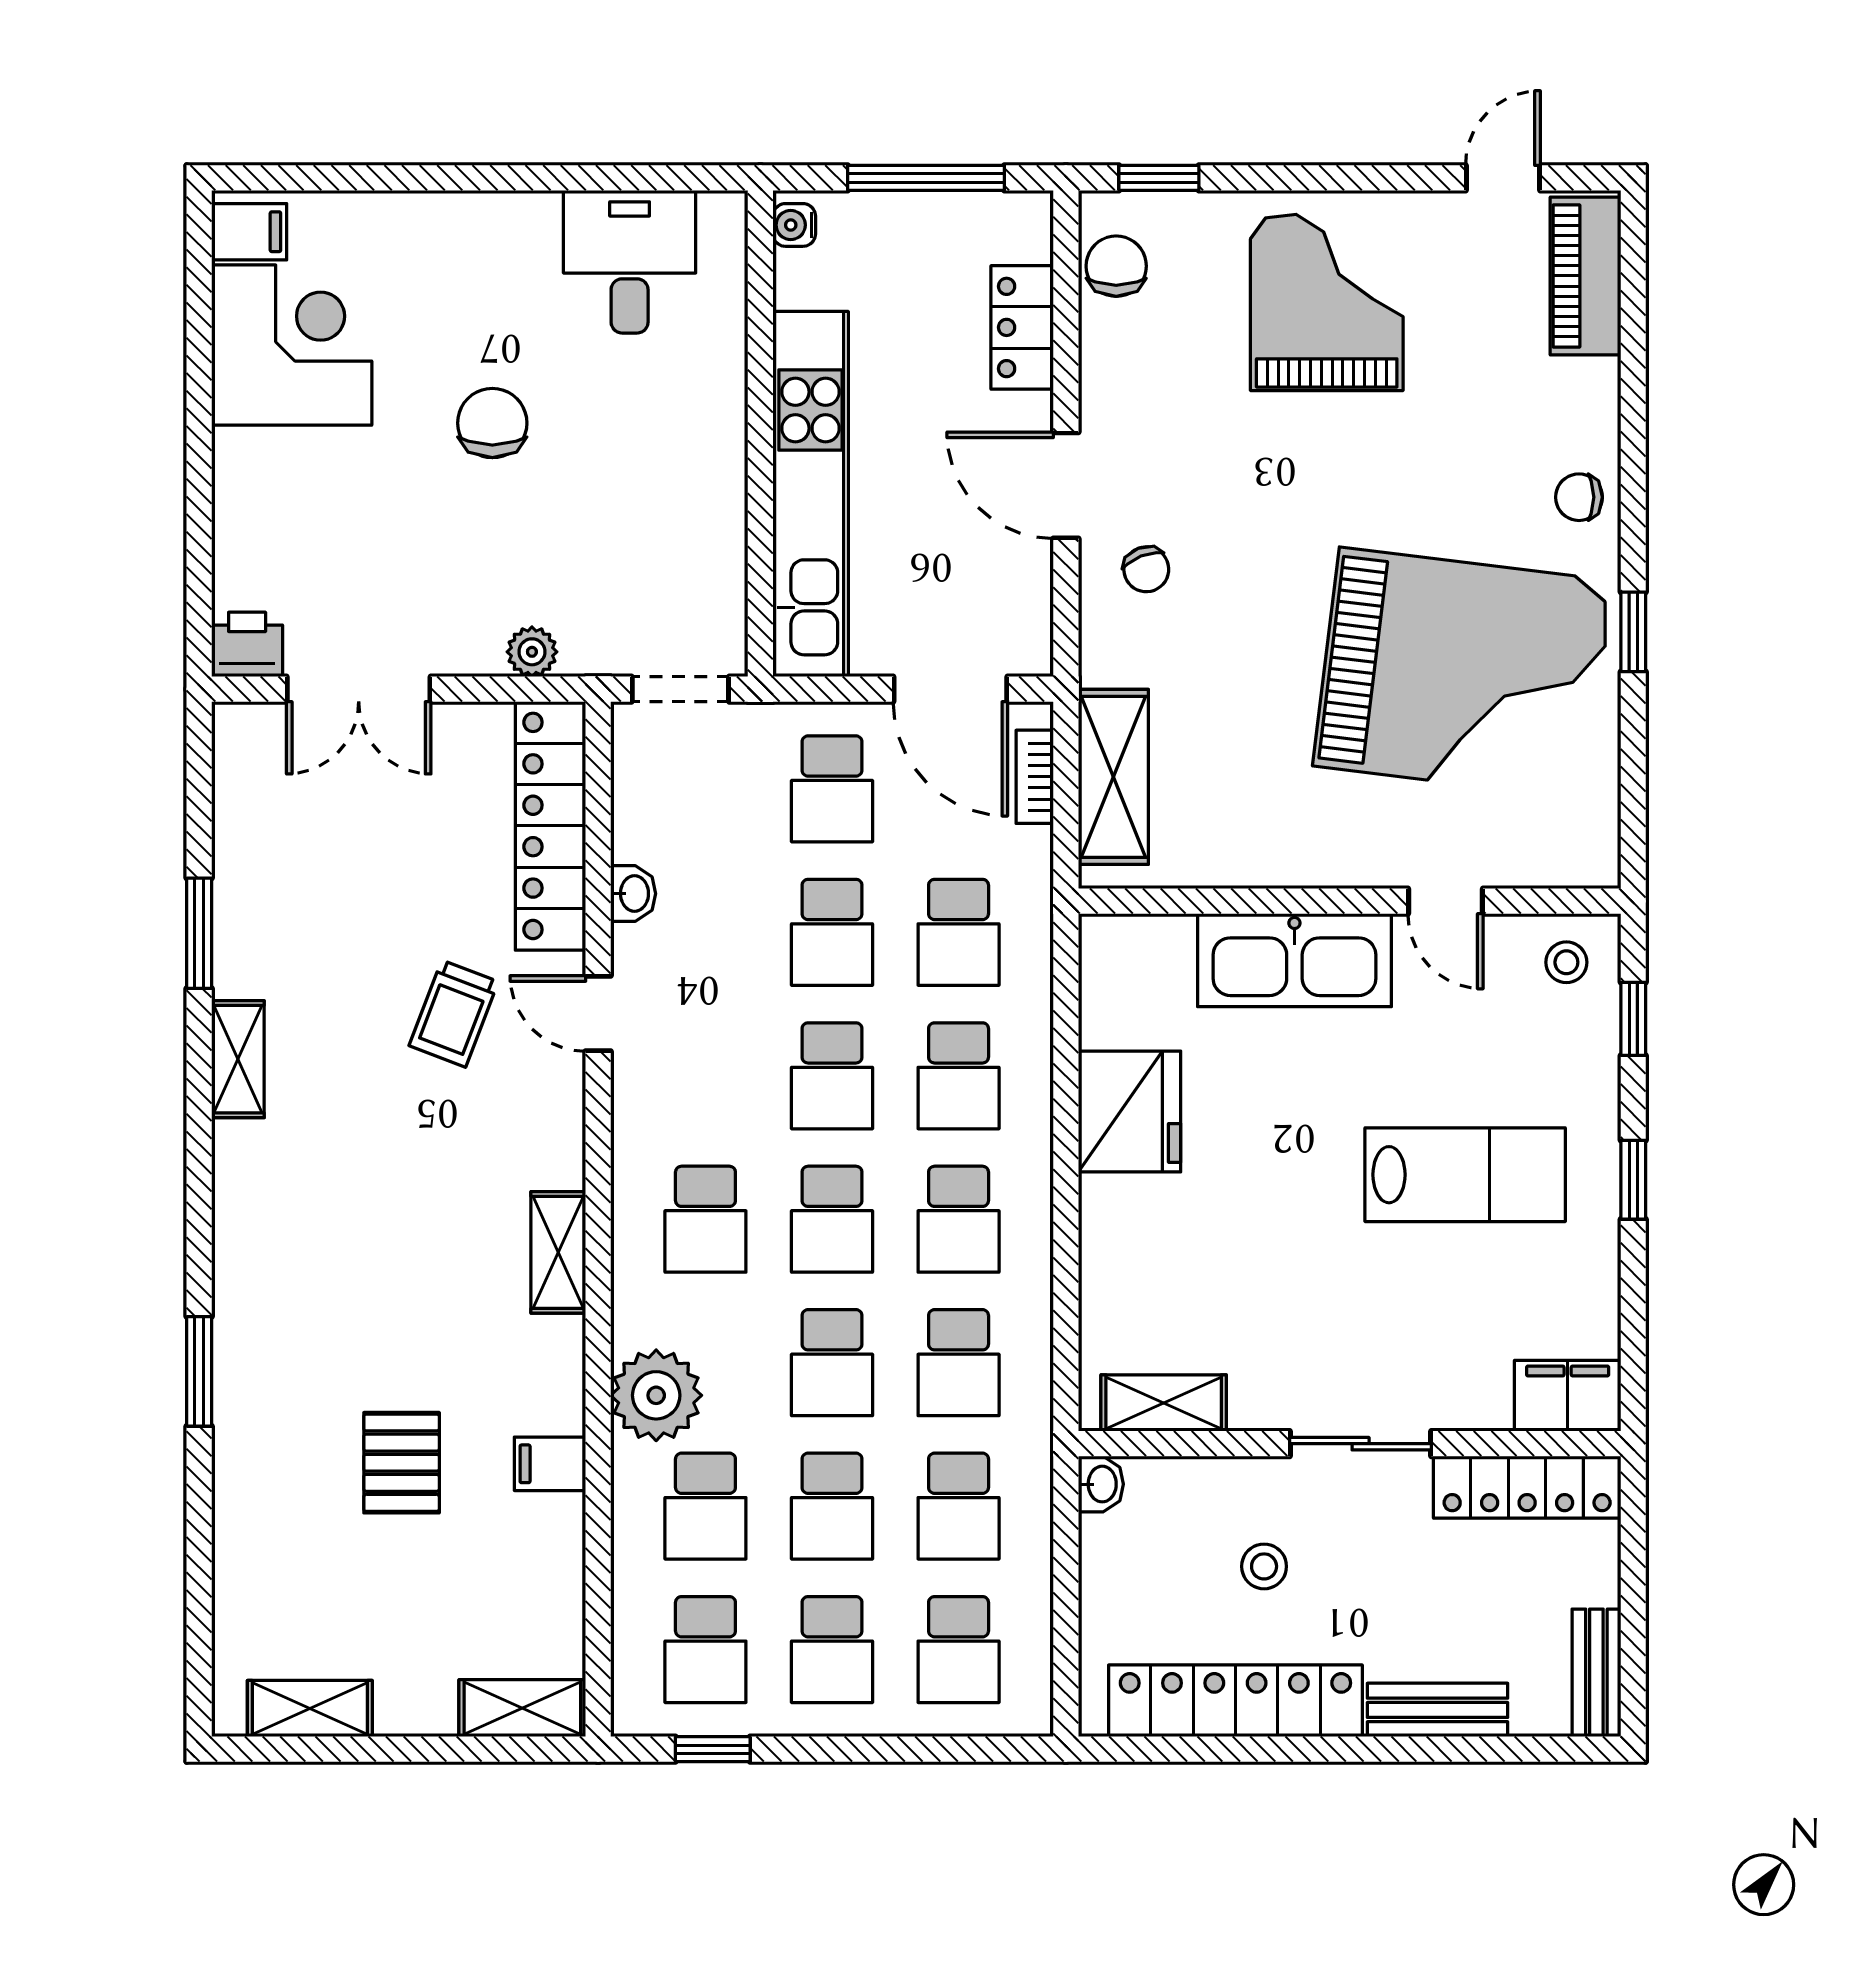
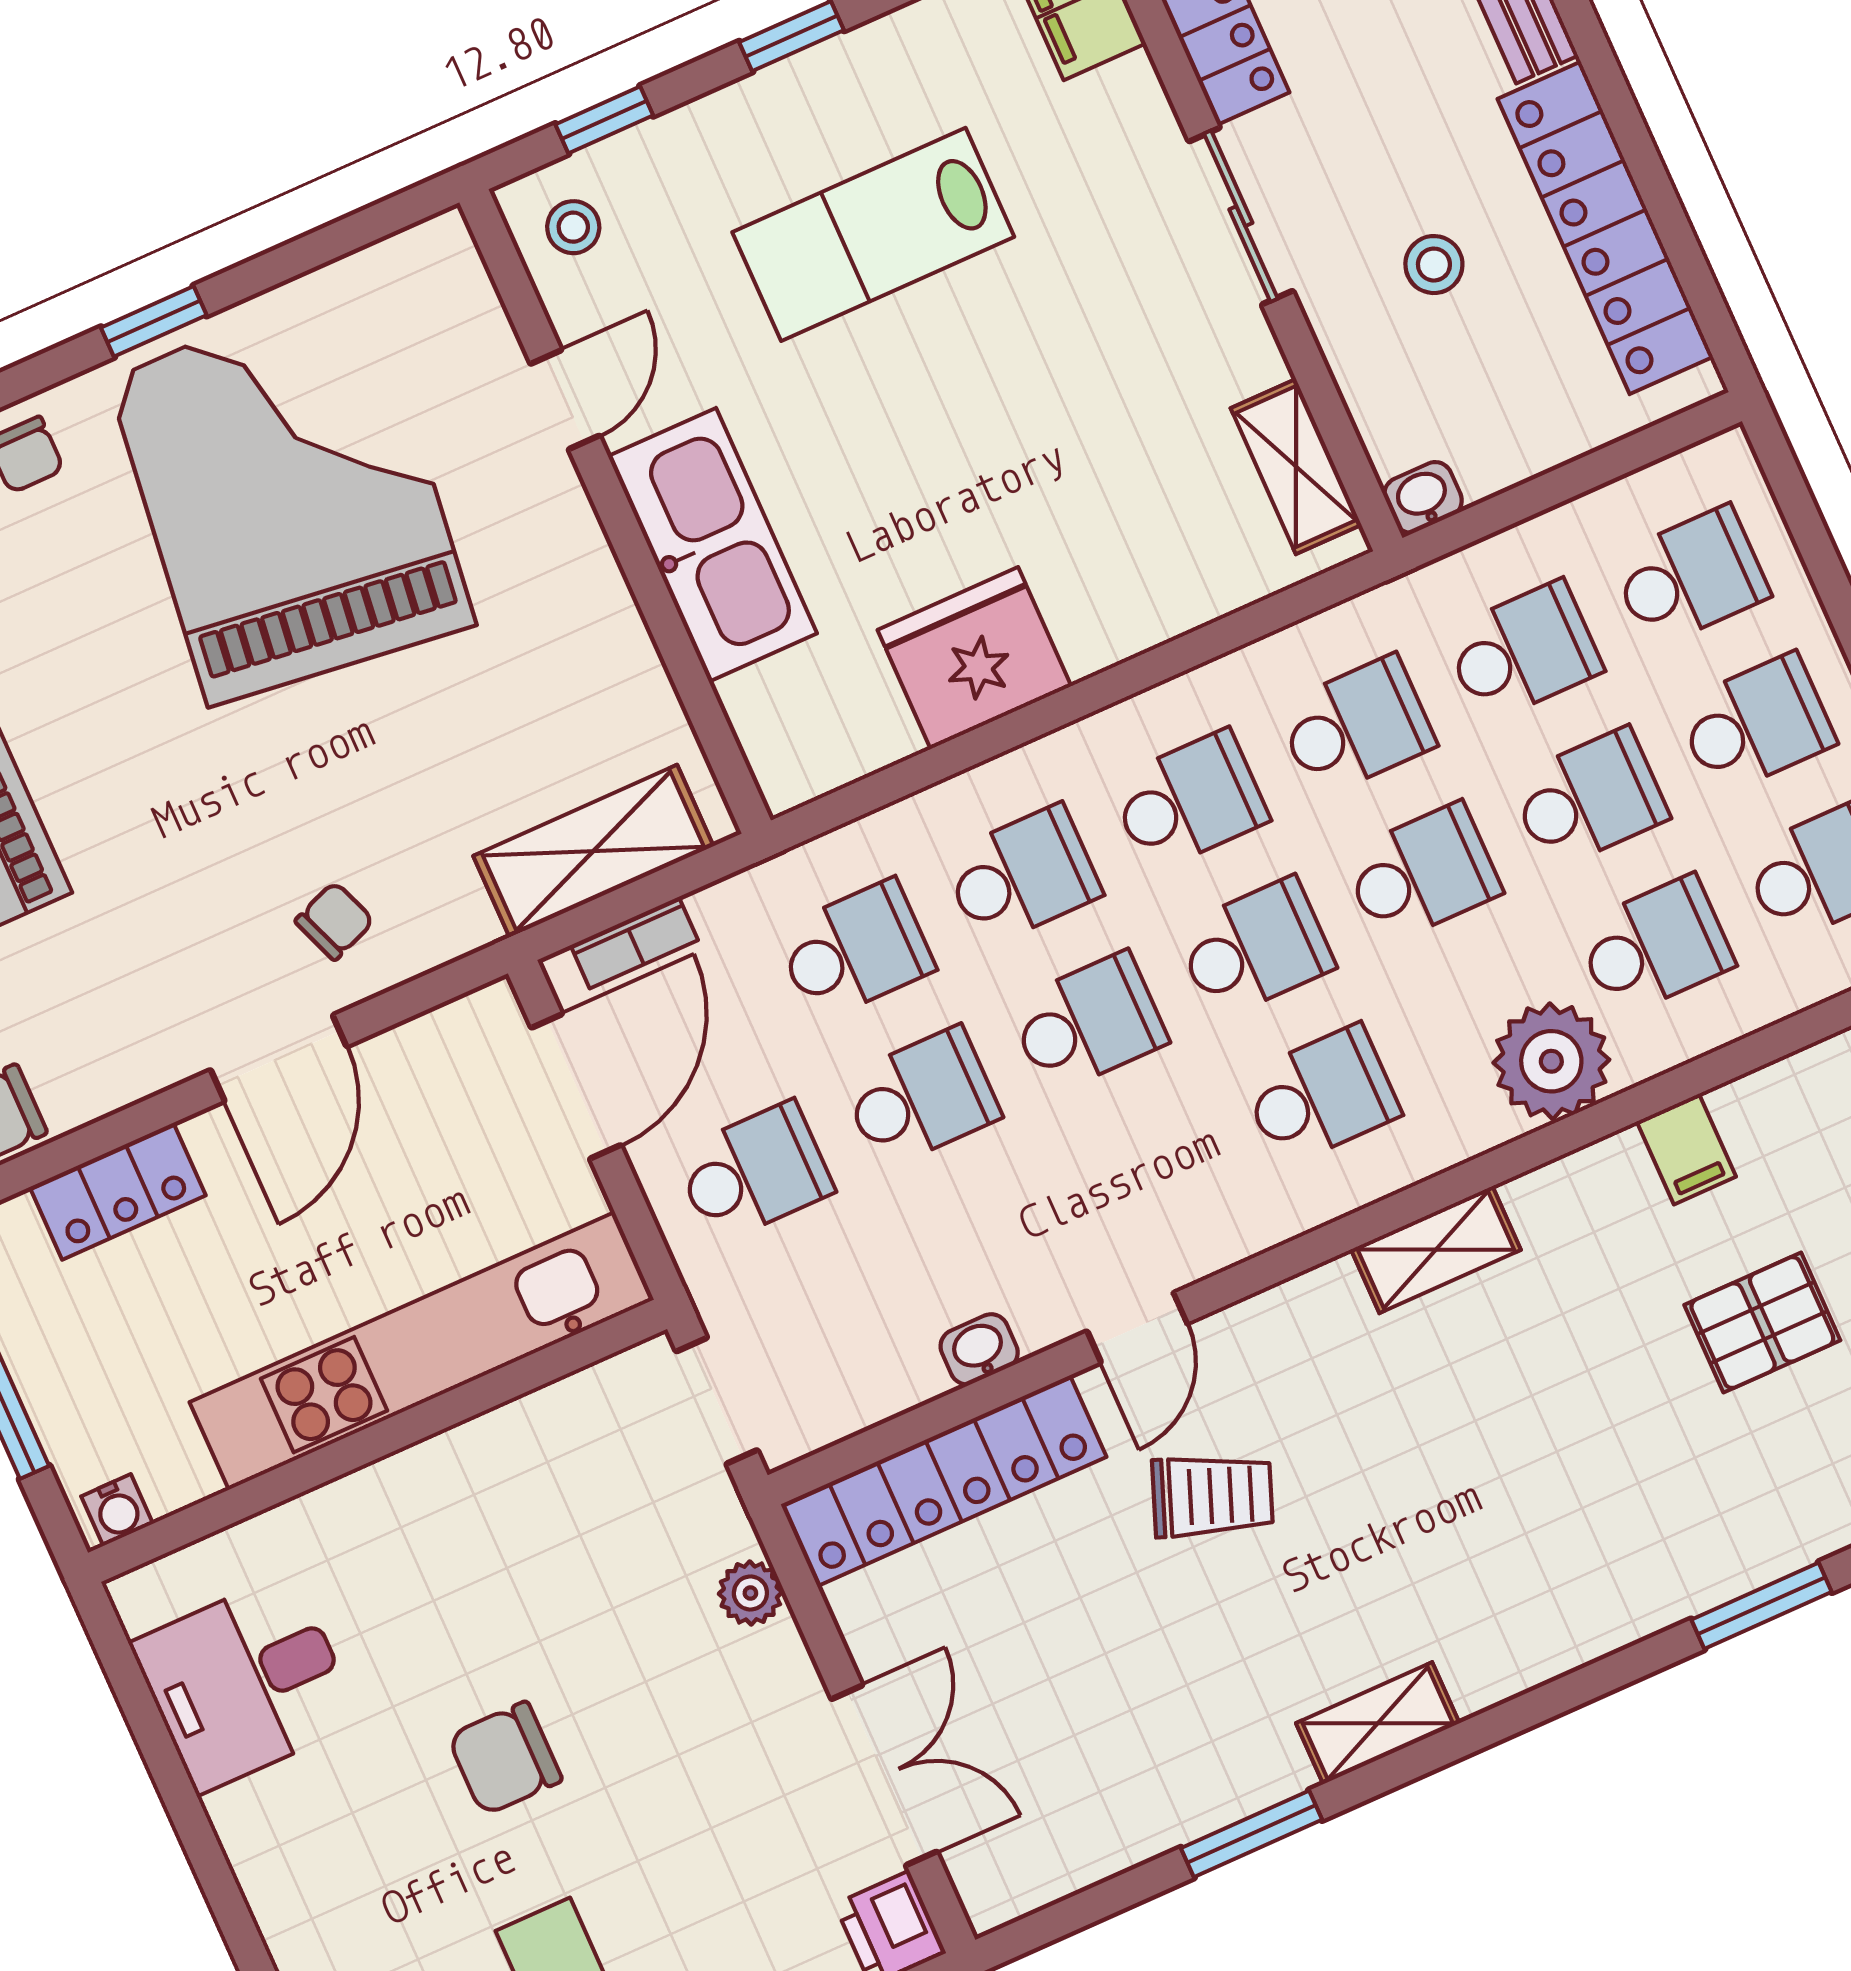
lab bench: (1465, 1175) -> (873, 234), turned -90

